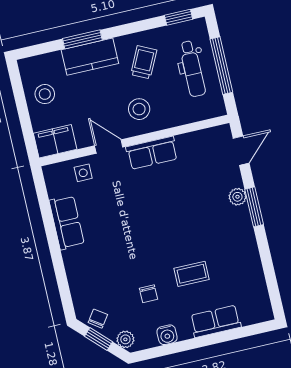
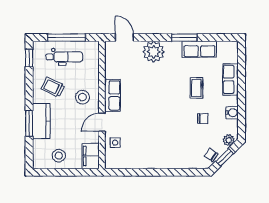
plant: (237, 197) -> (154, 52), width x1.87, depth x1.87
window: (254, 207) -> (184, 38), moved
row of seats: (67, 222) -> (199, 49), moved, turned 180

